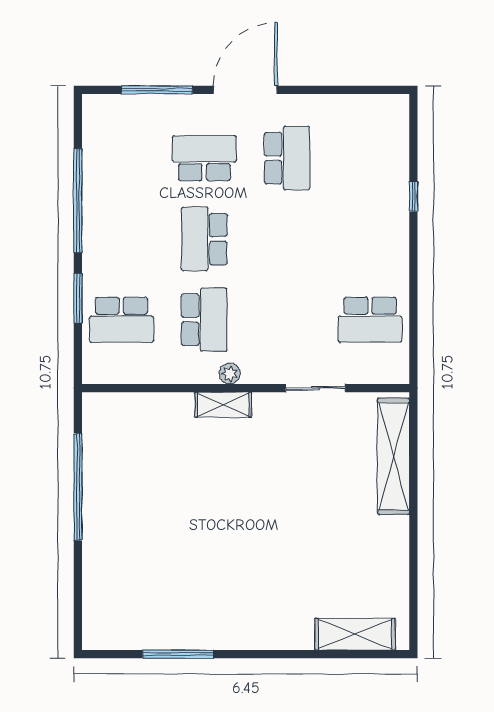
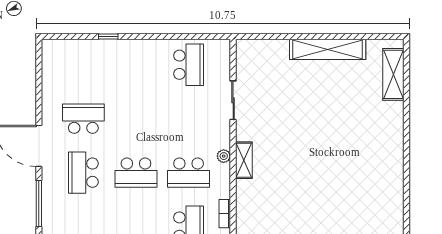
school desk: (204, 320) -> (189, 173), turned 180
bookcase: (141, 375) -> (225, 214), added
shelving: (394, 456) -> (328, 49), moved
window: (178, 654) -> (406, 190), removed

